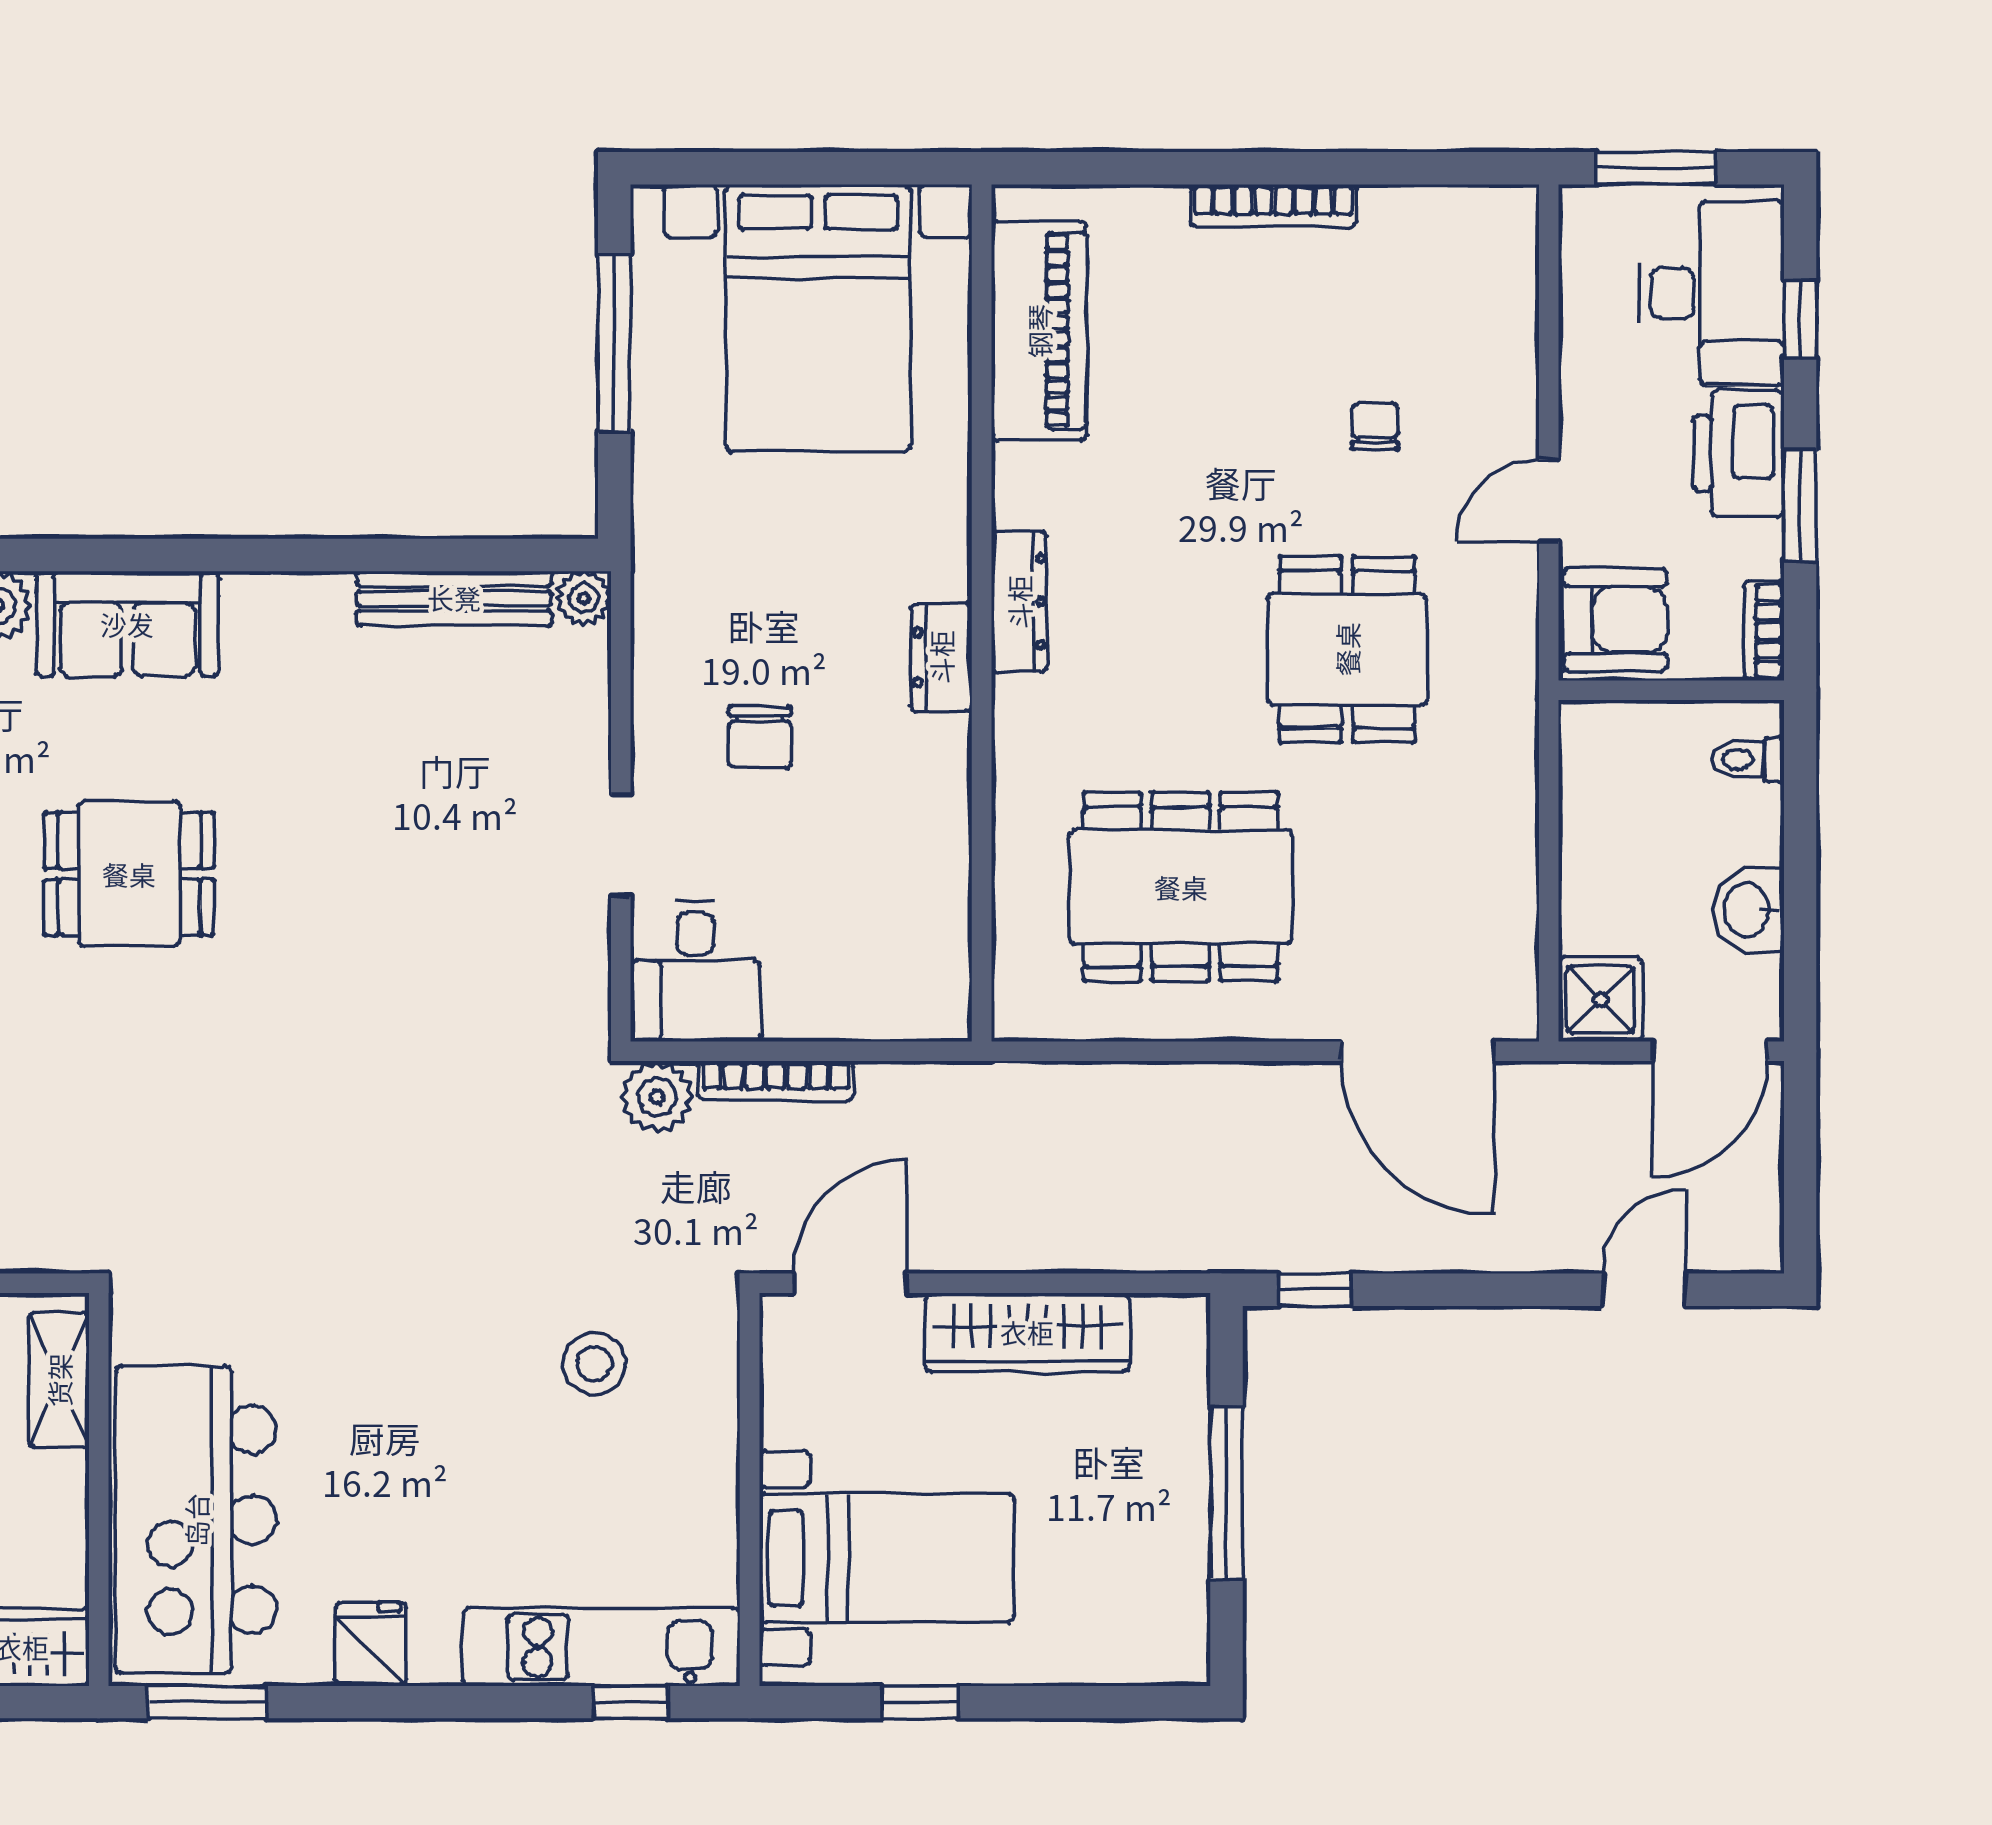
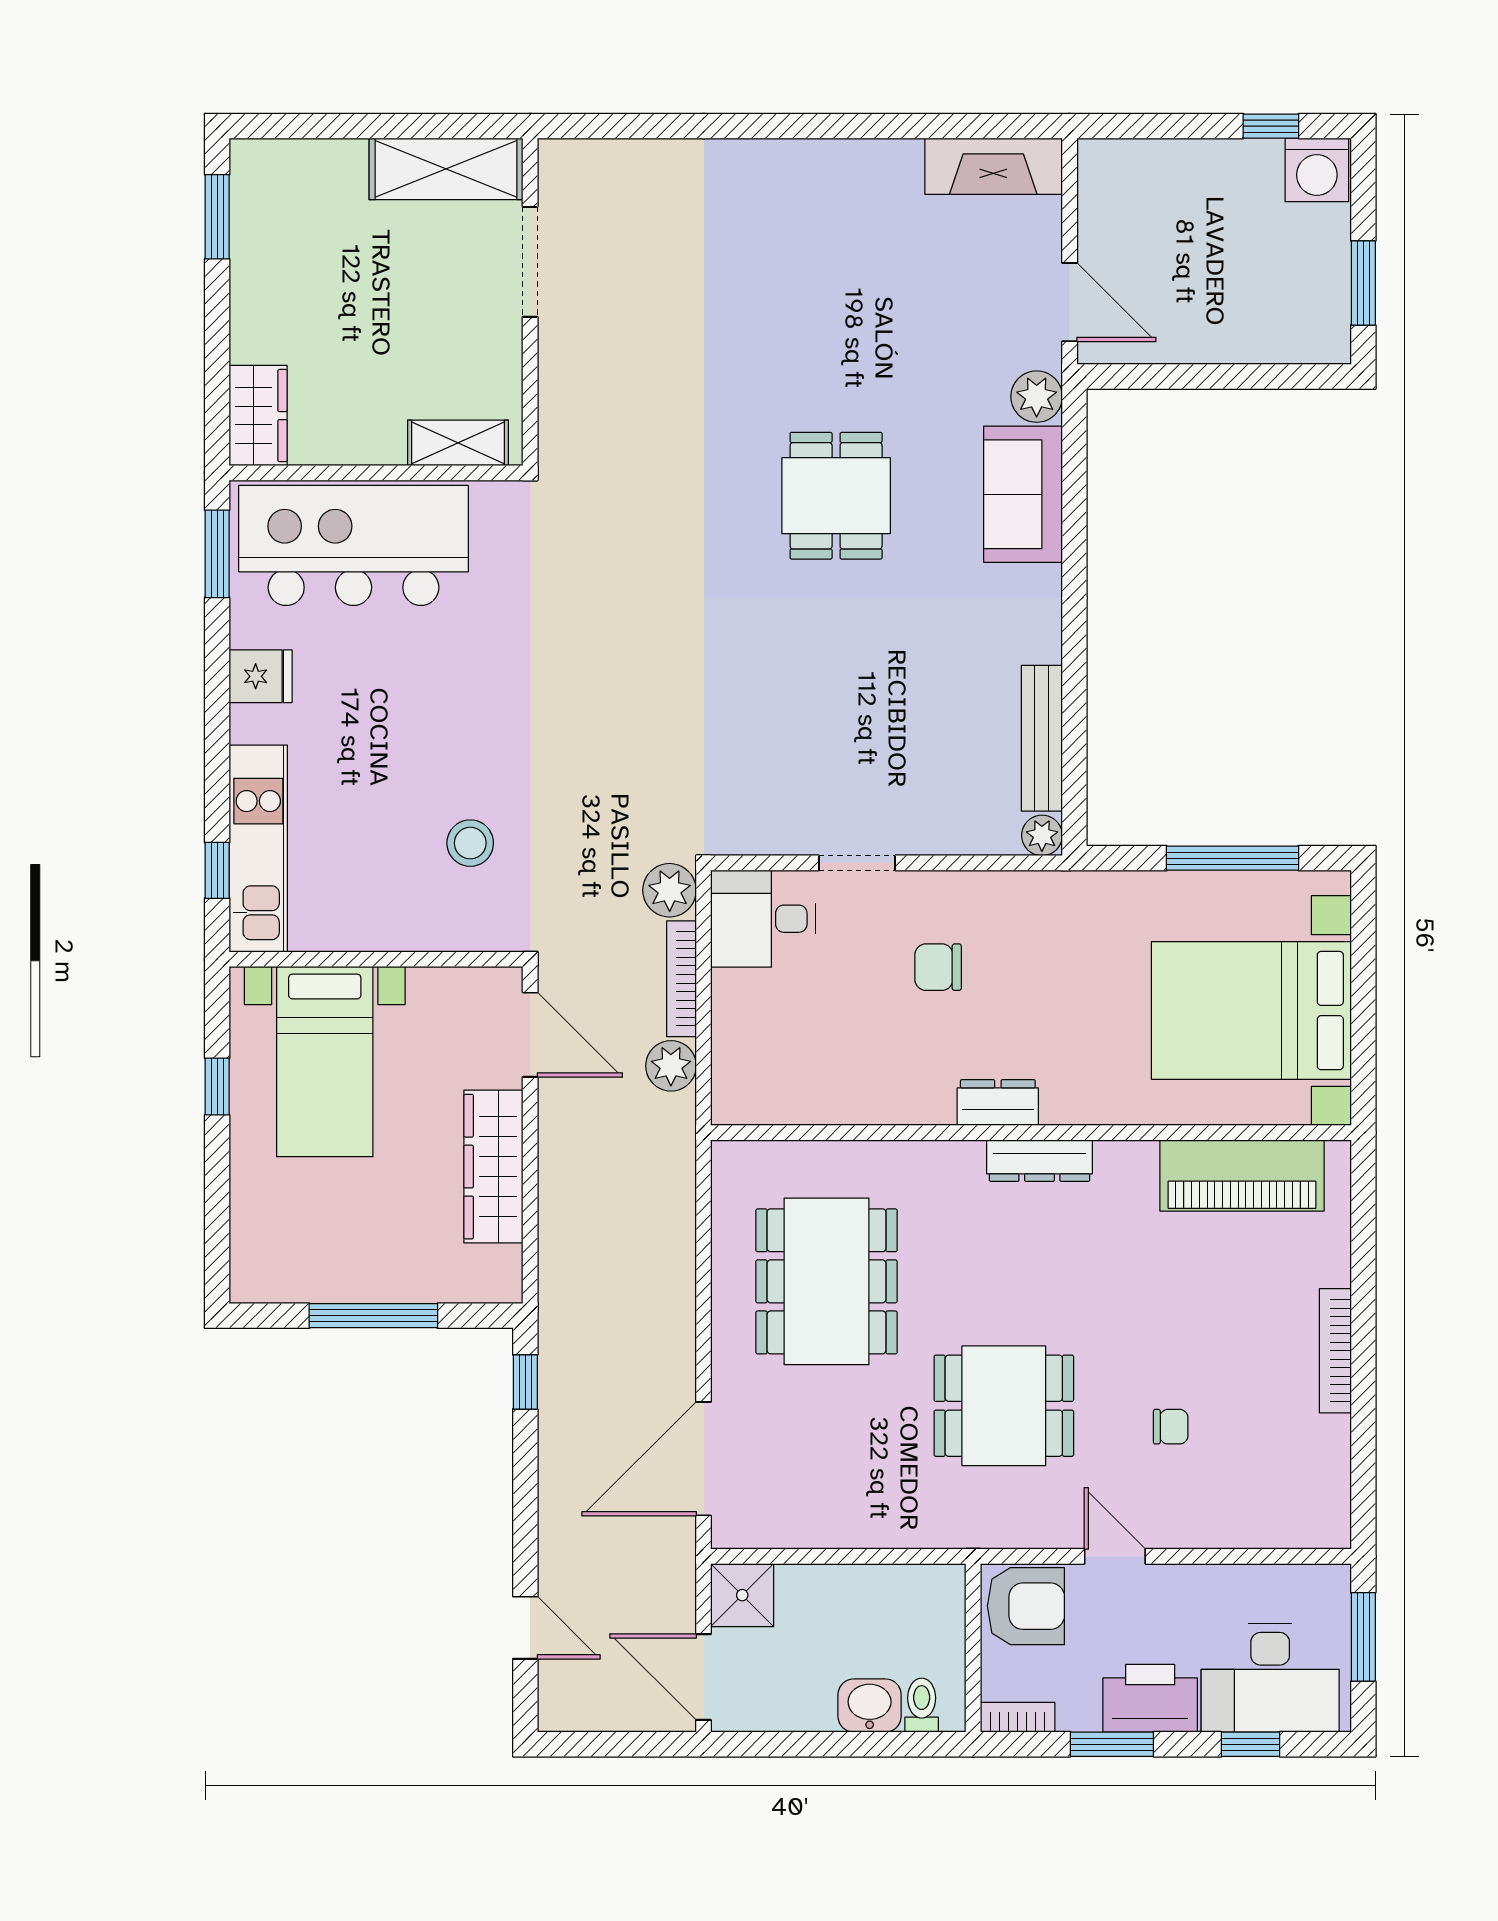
armchair: (1615, 620) -> (1026, 1606), turned -90
washbasin: (1748, 910) -> (870, 1706), moved
plant: (892, 1095) -> (671, 1066), added

